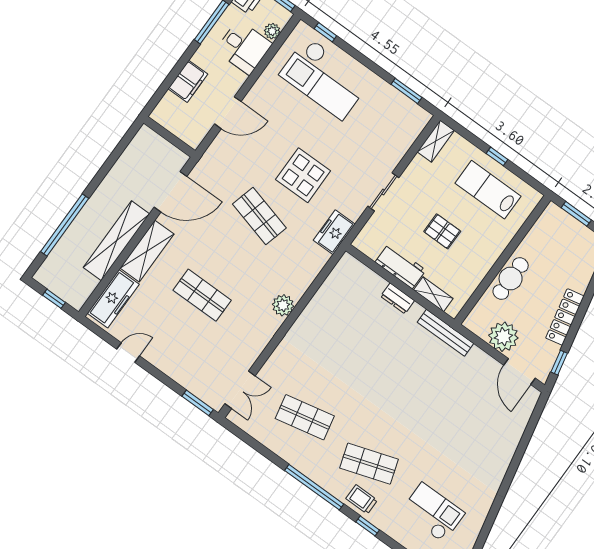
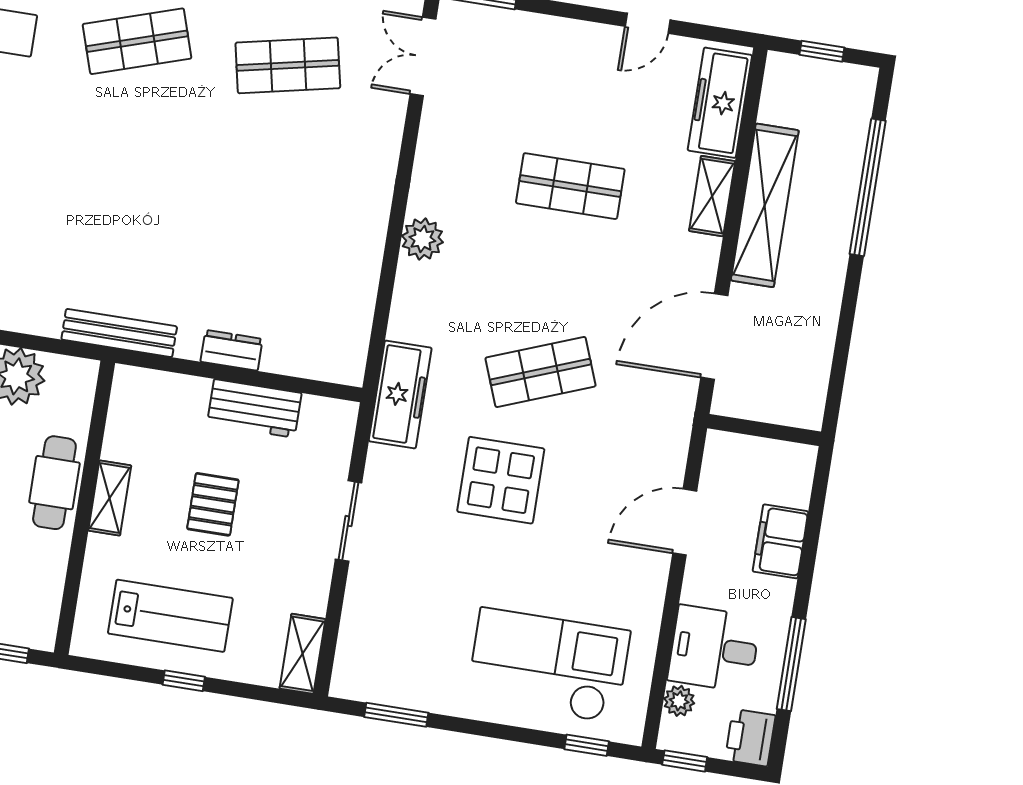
shop shelf: (259, 216) -> (541, 372), turned -36
pallet: (442, 231) -> (213, 504), turned 90
freezer: (334, 232) -> (400, 394), width x1.40
shelving: (147, 251) -> (712, 196), width x0.67, depth x0.75
shelving: (433, 294) -> (110, 498), moved, turned 90

